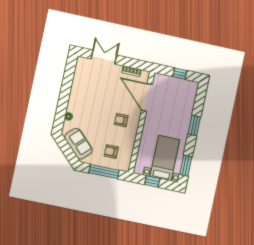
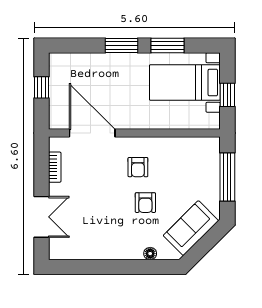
double door: (104, 57) -> (42, 217), swing flipped
door: (147, 97) -> (92, 133), swing flipped
armchair: (111, 152) -> (145, 203), moved
window: (186, 166) -> (168, 45), moved

